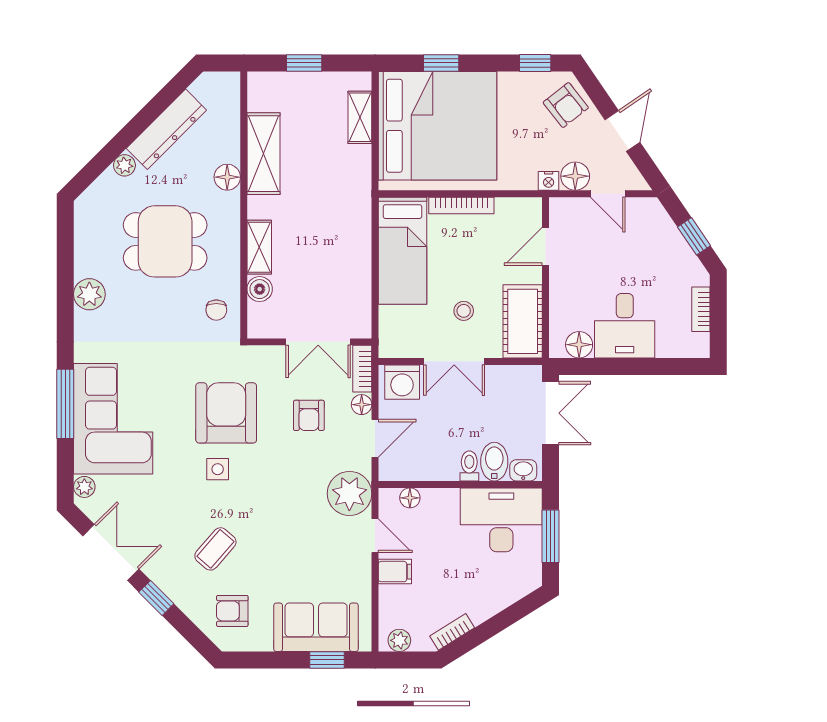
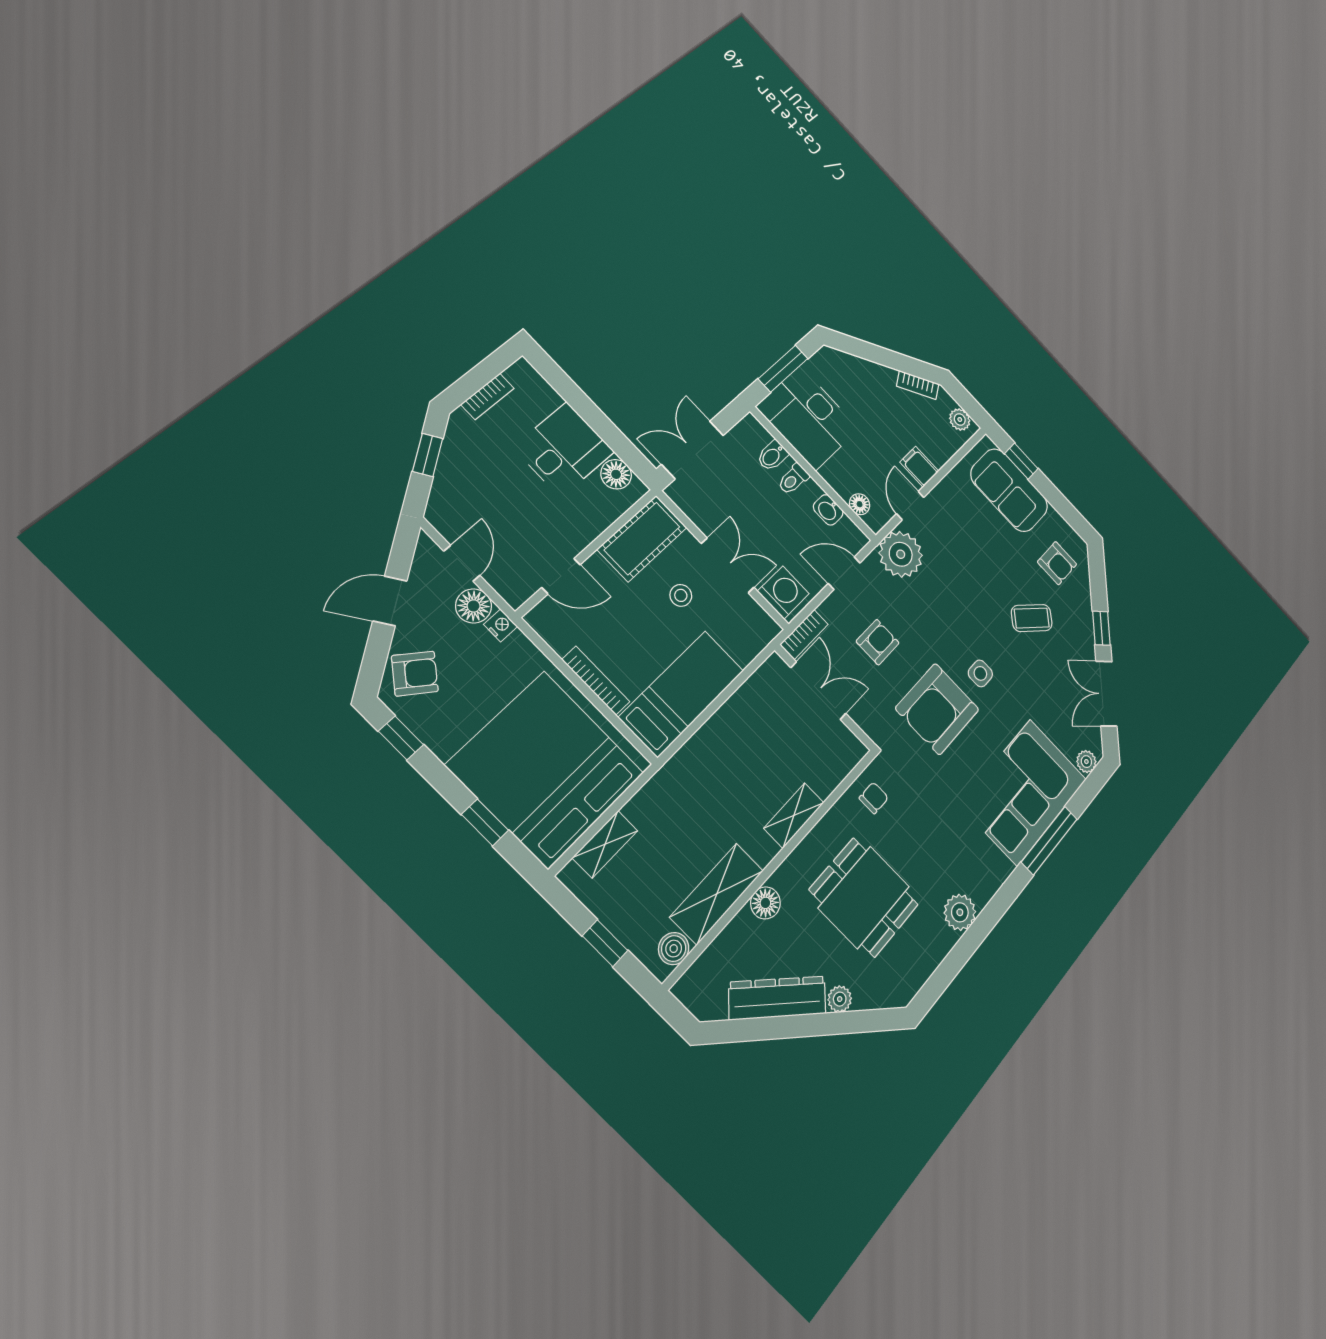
armchair: (566, 105) -> (415, 674), turned 75
boiler: (260, 289) -> (674, 949), moved
floor lamp: (362, 405) -> (830, 608), removed
bidet: (494, 462) -> (772, 456), width x0.72, depth x0.74
washbasin: (523, 470) -> (828, 510), moved

